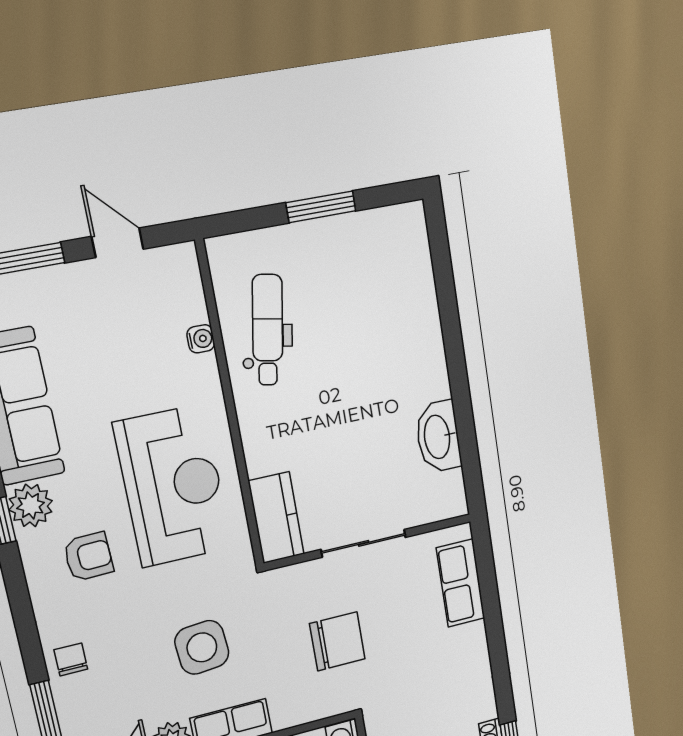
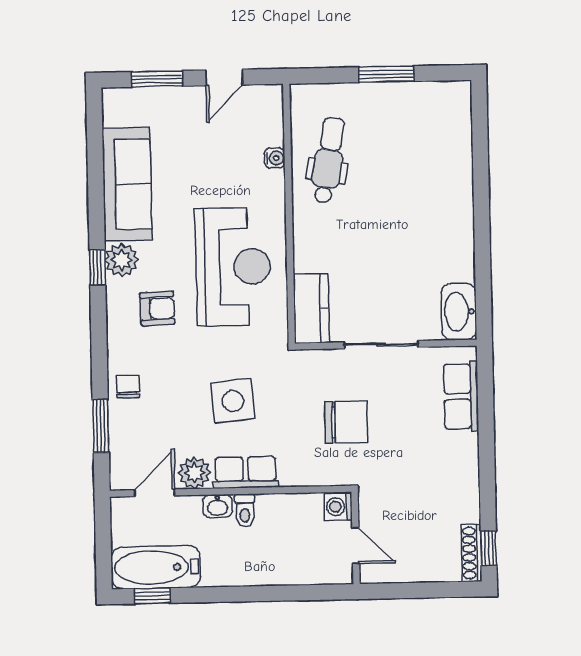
door: (117, 243) -> (224, 78), swing flipped
washbasin: (438, 437) -> (459, 312), moved

